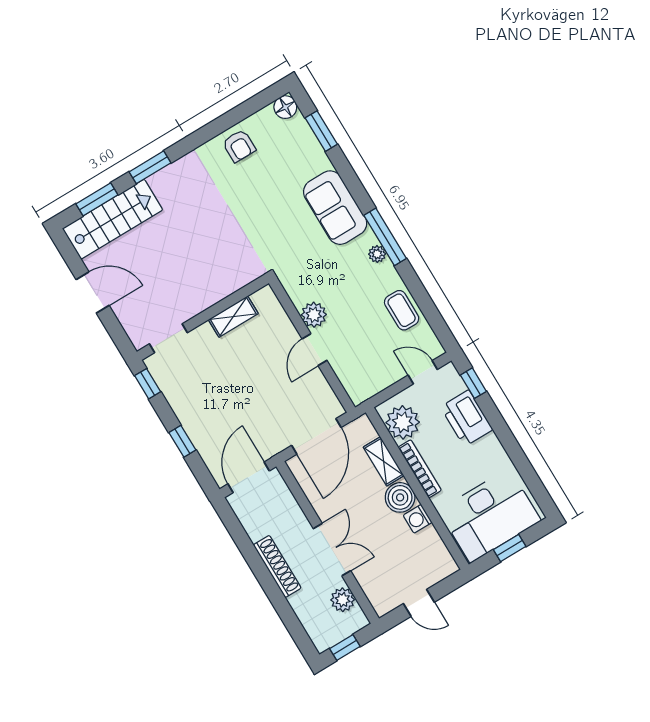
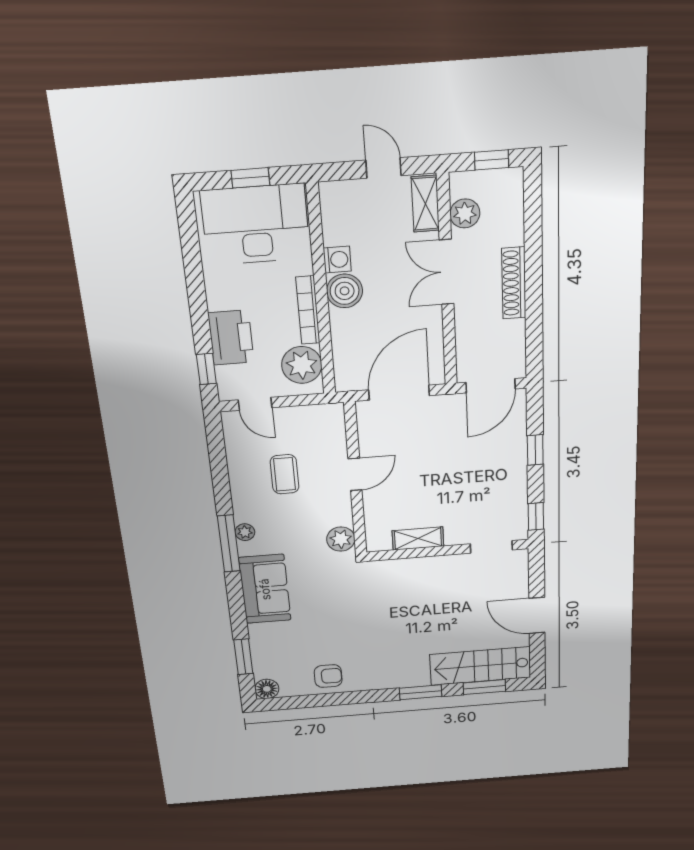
armchair: (239, 146) -> (328, 676), turned 90
coffee table: (402, 310) -> (285, 474), moved
plant: (314, 315) -> (341, 539), moved
shelving: (384, 461) -> (425, 204), moved

